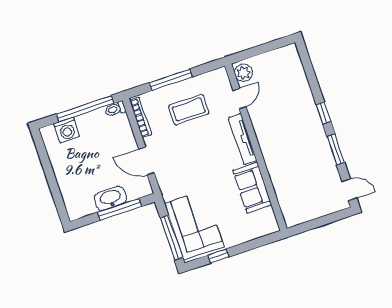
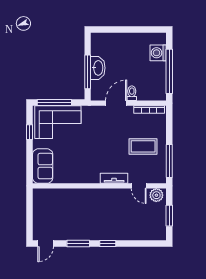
window: (264, 49) -> (169, 216), added
window: (171, 80) -> (169, 161), moved
toilet: (115, 109) -> (132, 93), moved
coffee table: (189, 110) -> (143, 146), turned 90
tv unit: (243, 139) -> (114, 178), width x0.71
sofa: (252, 188) -> (43, 166), moved, turned 90

